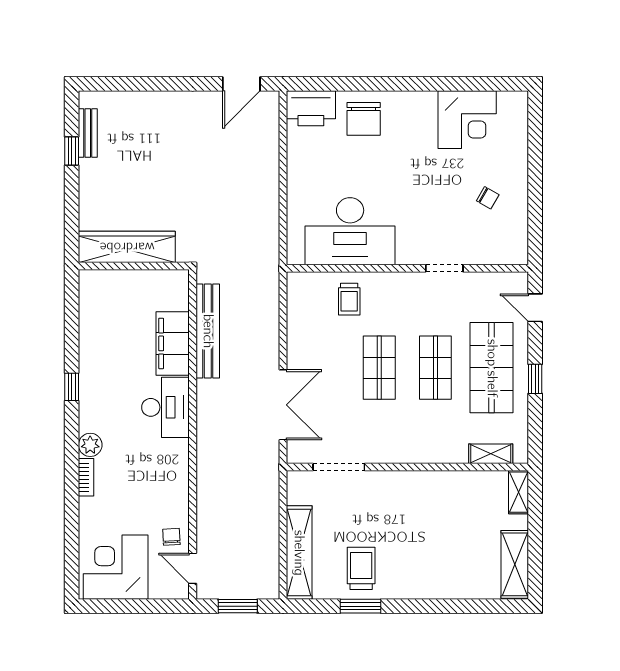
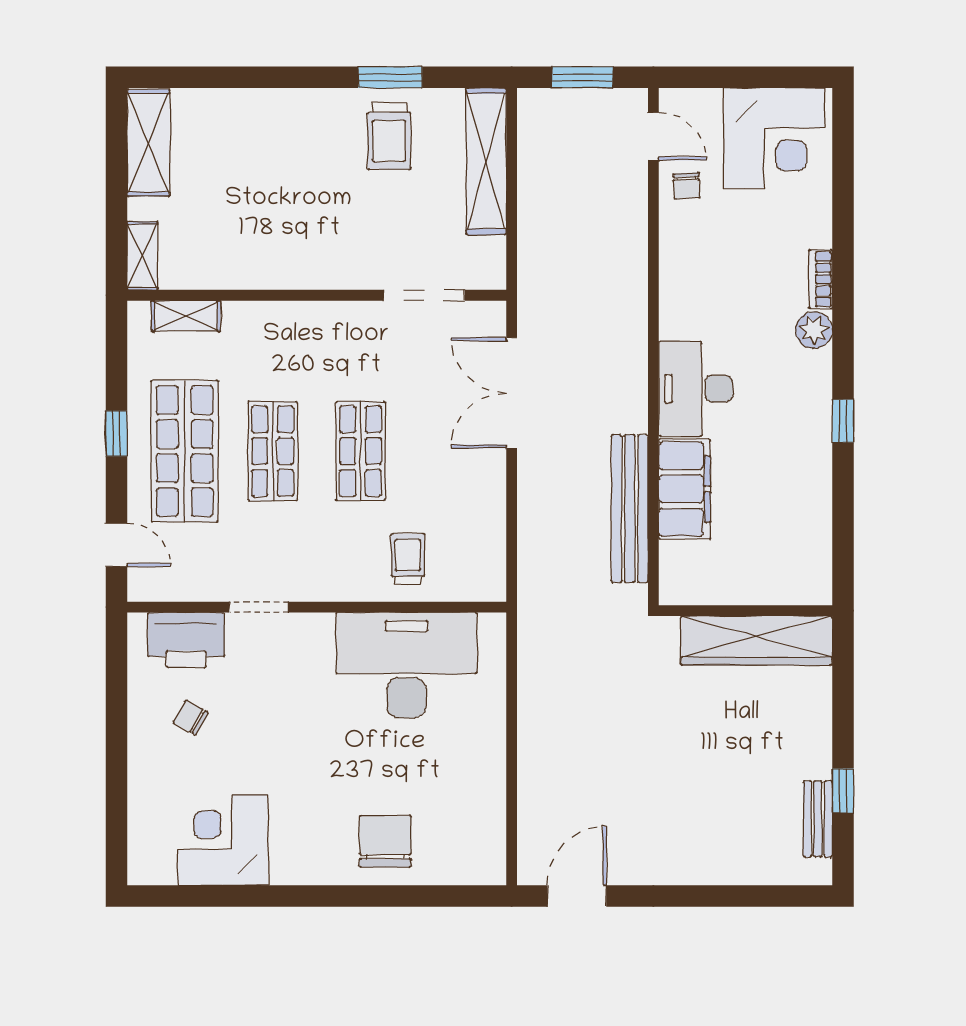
printer: (311, 108) -> (186, 640), moved, turned 180

